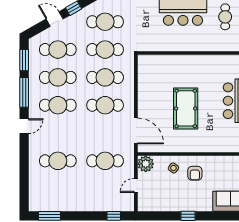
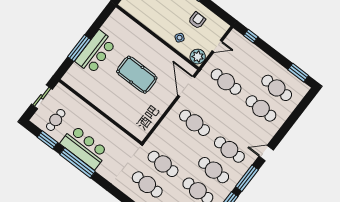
cafe table: (105, 77) -> (277, 88), moved
pool table: (186, 108) -> (137, 75), turned 90
armchair: (195, 173) -> (197, 20), moved

